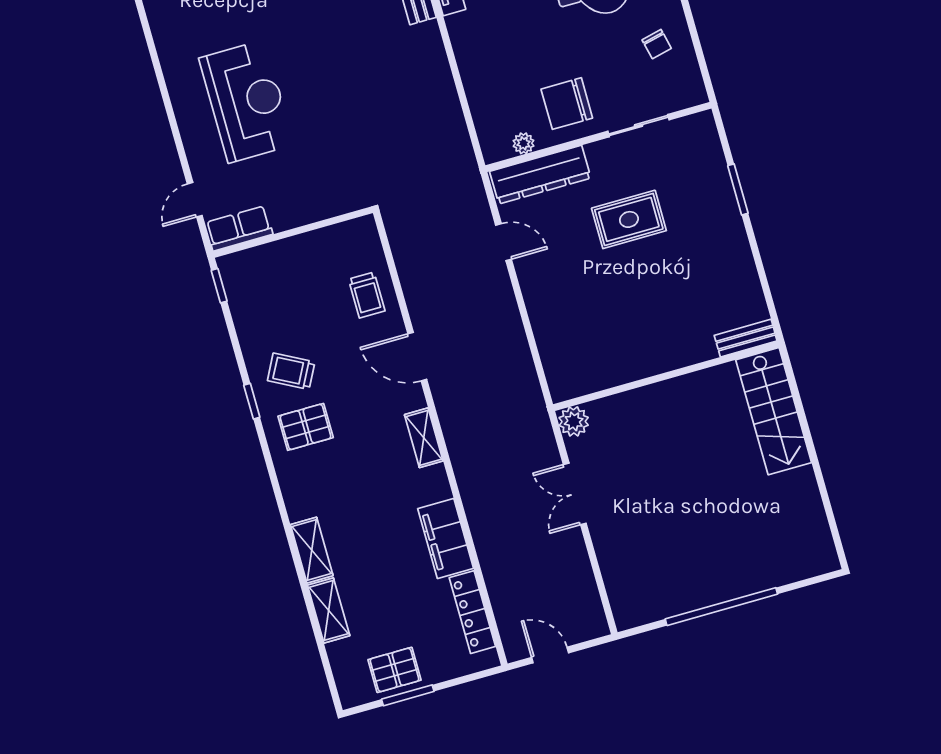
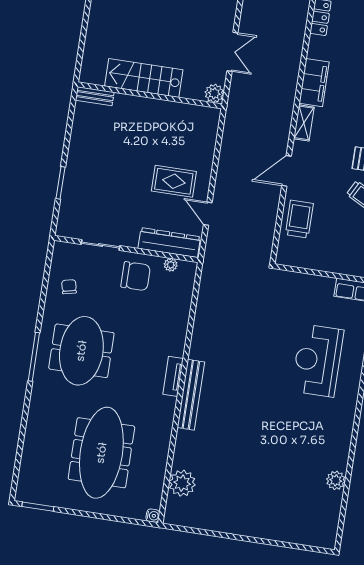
rug: (629, 219) -> (174, 181), moved
trolley: (367, 295) -> (299, 219), width x1.36, depth x1.39
door: (417, 357) -> (287, 171), swing flipped
stairs: (774, 411) -> (144, 78), moved, turned -90
filing cabinet: (446, 538) -> (314, 83), moved

